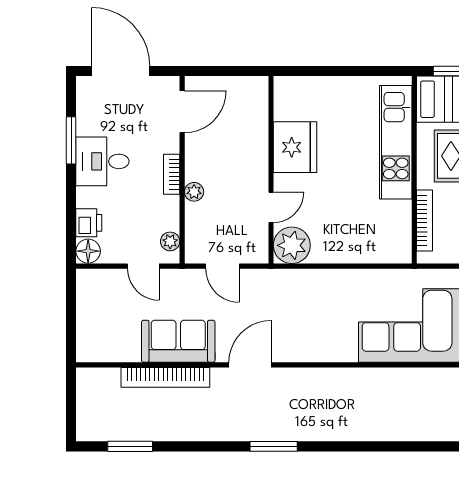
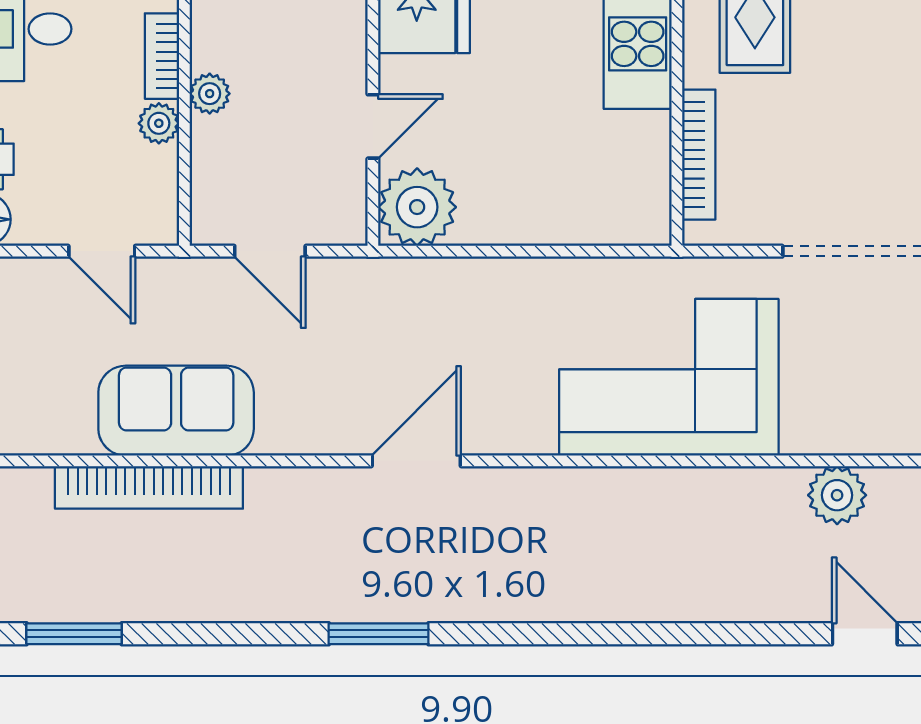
plant: (170, 241) -> (159, 123), moved
door: (250, 365) -> (416, 461), moved

